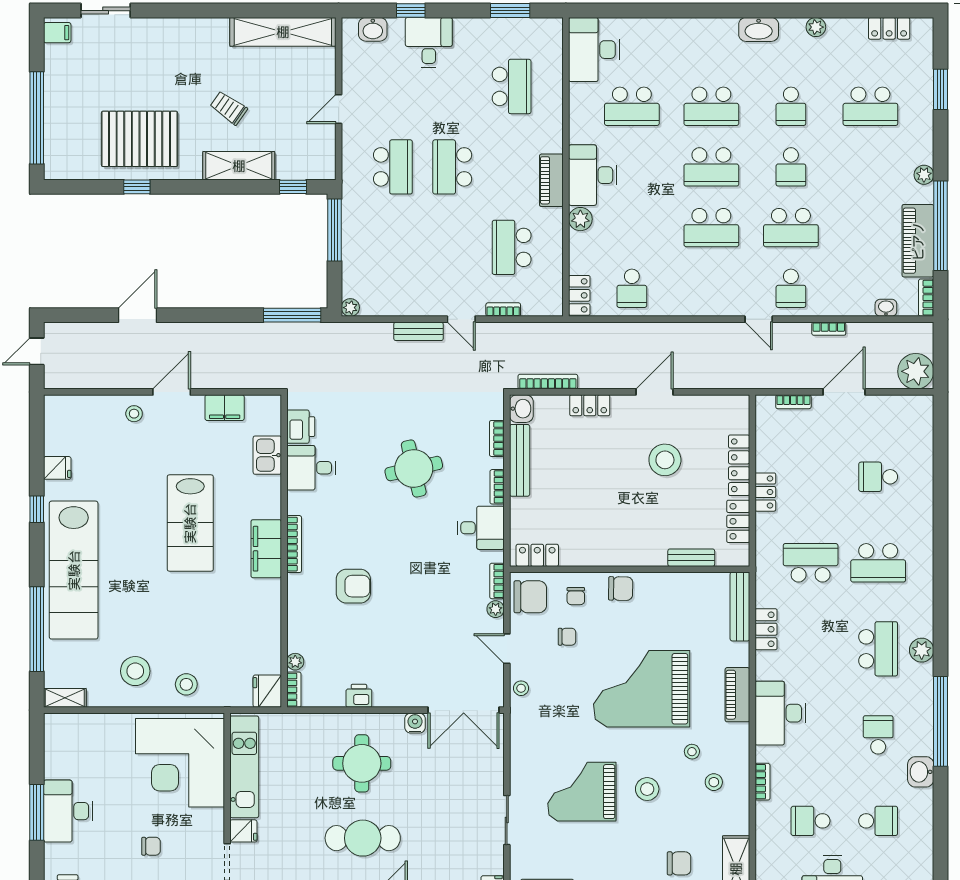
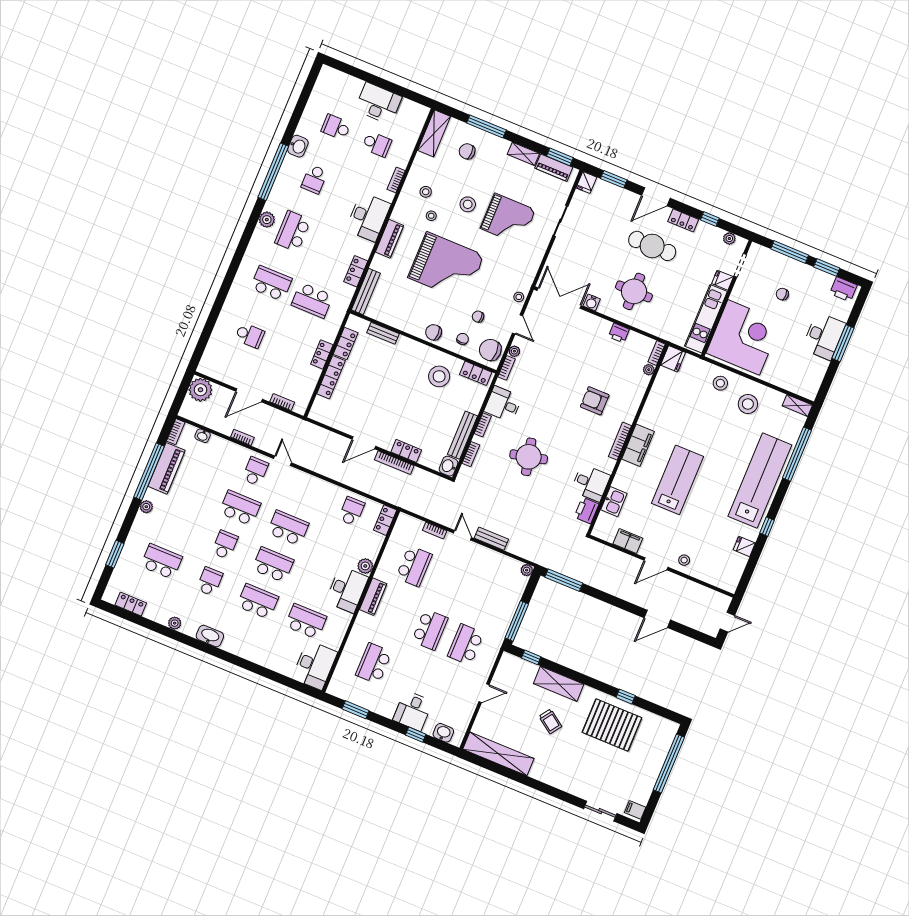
bookcase: (548, 382) -> (394, 463), moved
stool: (665, 460) -> (439, 376), moved

